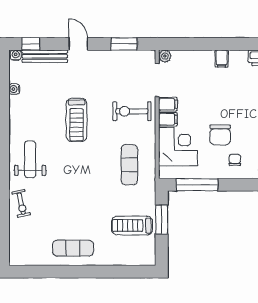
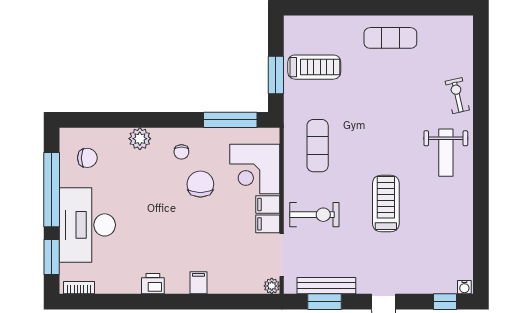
bench: (45, 56) -> (326, 286), moved
water cooler: (14, 89) -> (466, 243), removed

